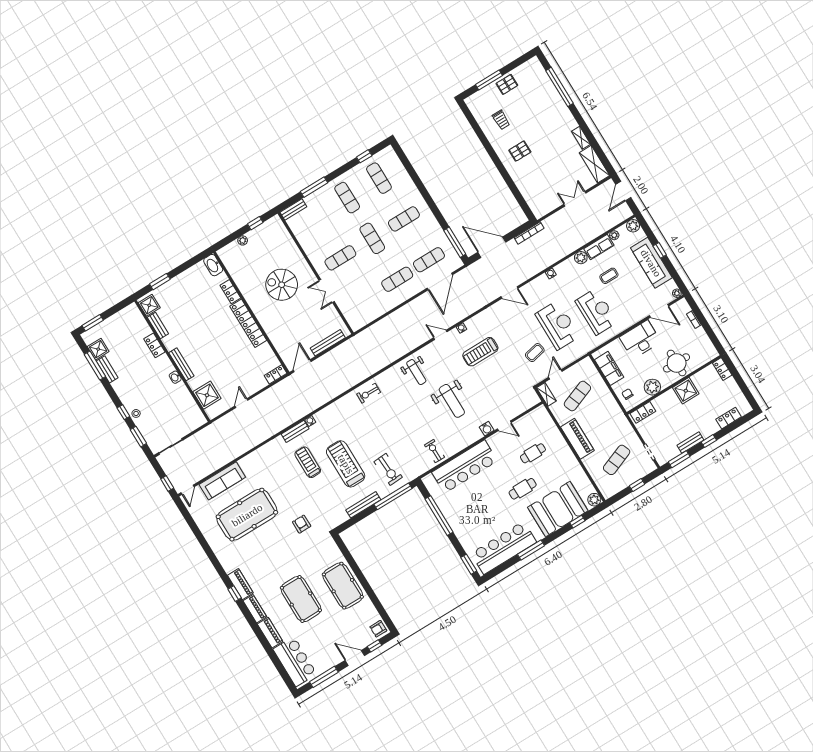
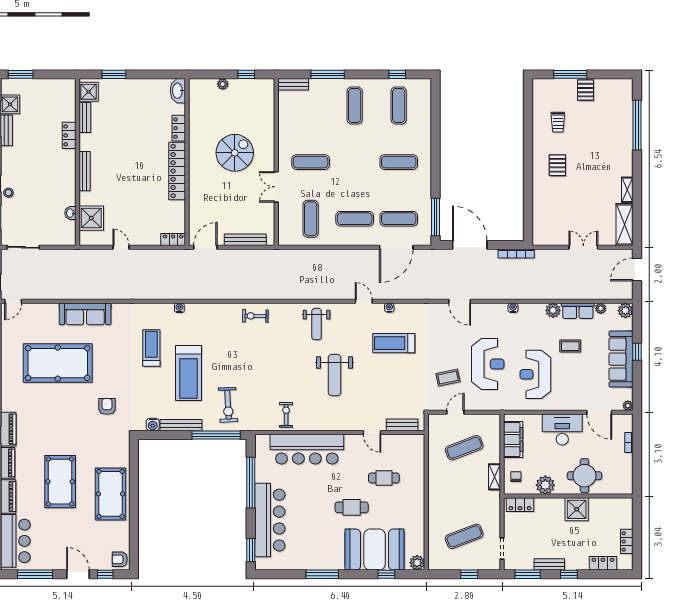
pallet: (507, 84) -> (586, 90), turned 90
pallet: (520, 151) -> (557, 165), turned 90
exercise mat: (372, 238) -> (311, 219), moved
spiral stairs: (282, 285) -> (235, 153), turned 90
reception desk: (596, 312) -> (535, 374), turned 180
locker: (722, 369) -> (627, 541), moved
washbasin: (175, 377) -> (70, 213), moved
shelving: (546, 394) -> (495, 477), moved
door: (241, 403) -> (121, 247), hinge flipped
water cooler: (487, 429) -> (153, 425), moved
bench: (295, 431) -> (402, 425), moved
piano: (577, 439) -> (438, 491), removed
treadmill: (346, 464) -> (189, 373), turned 180
sofa: (222, 481) -> (85, 314), moved
bar counter: (504, 548) -> (270, 520), moved, turned 90

